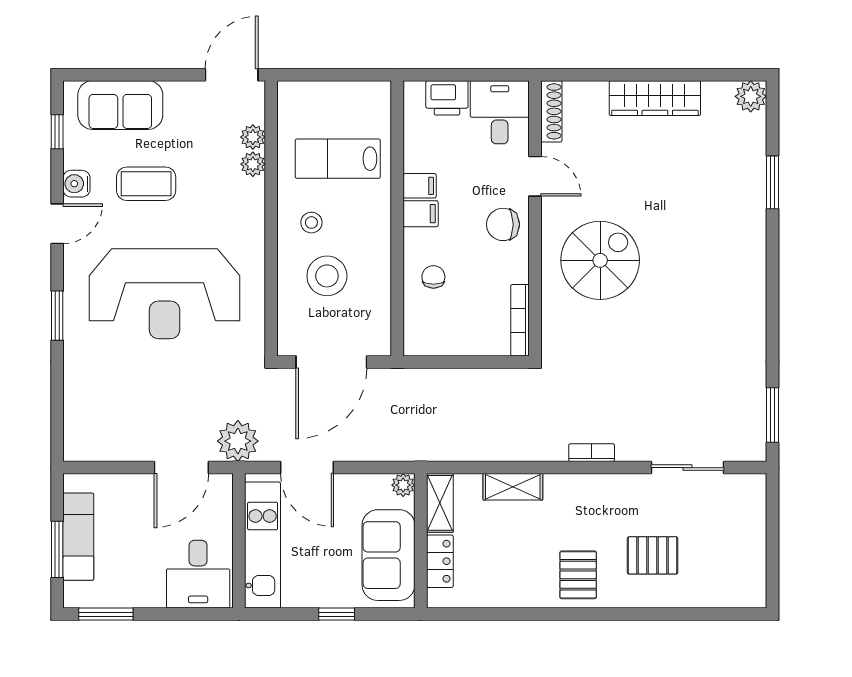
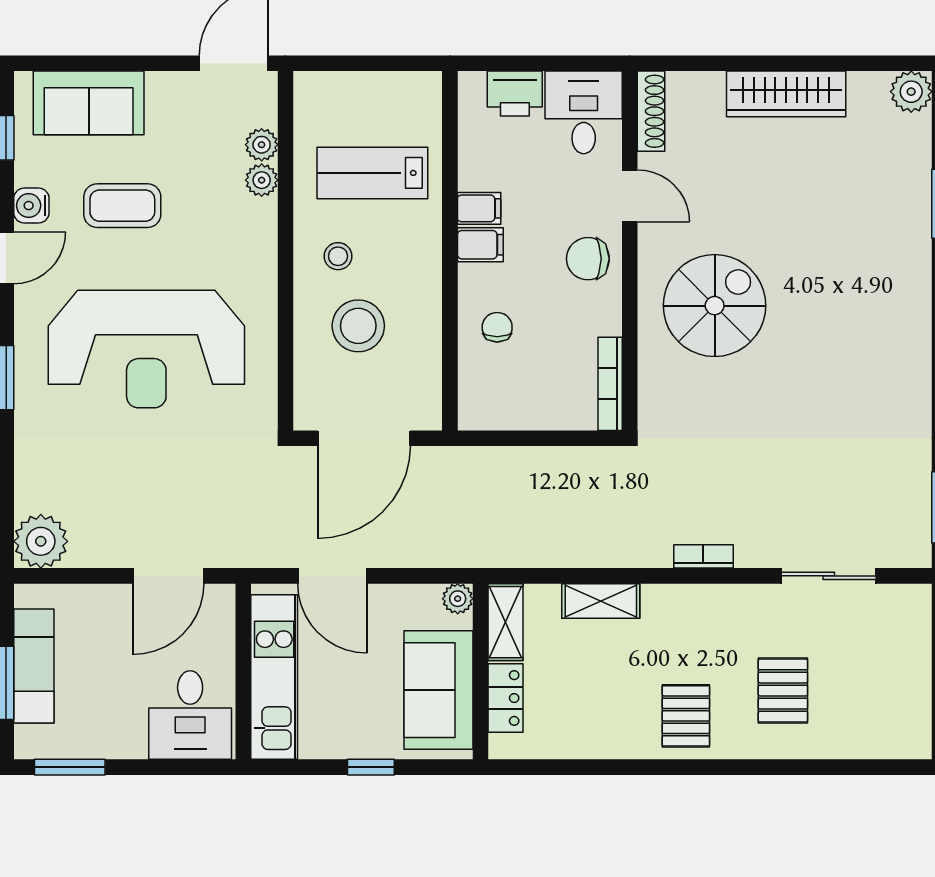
plant: (238, 441) -> (41, 541), moved
pallet: (653, 555) -> (783, 691), turned 90

